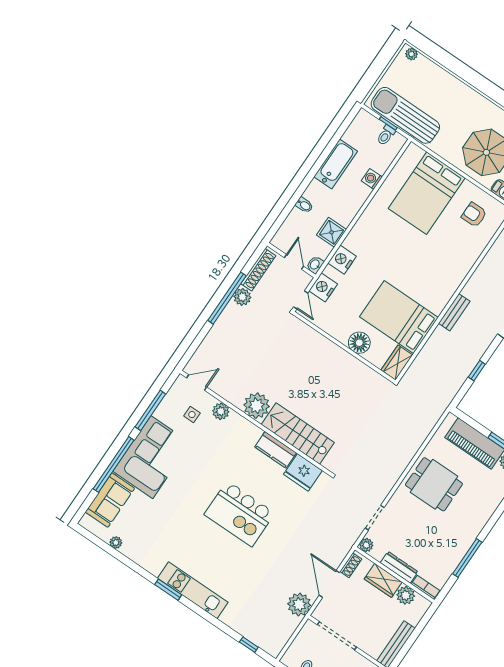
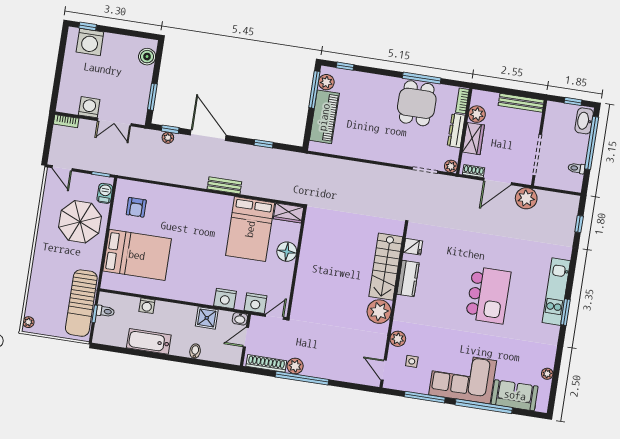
fridge: (303, 472) -> (413, 247), width x0.53, depth x0.75
dining table: (434, 484) -> (417, 103), moved
kitchen island: (239, 514) -> (488, 295), moved

